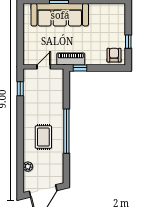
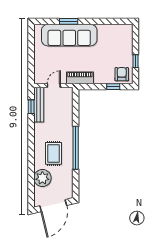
window: (80, 68) -> (113, 87), moved
bench: (28, 87) -> (39, 105), added
plant: (28, 167) -> (42, 178), width x1.87, depth x1.87

